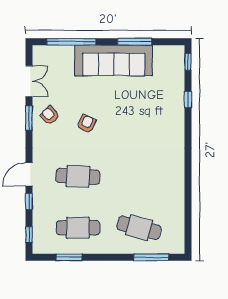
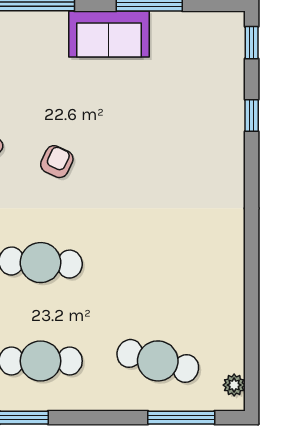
sofa: (114, 60) -> (109, 34), width x0.54, depth x0.79
plant: (179, 240) -> (234, 385), added

